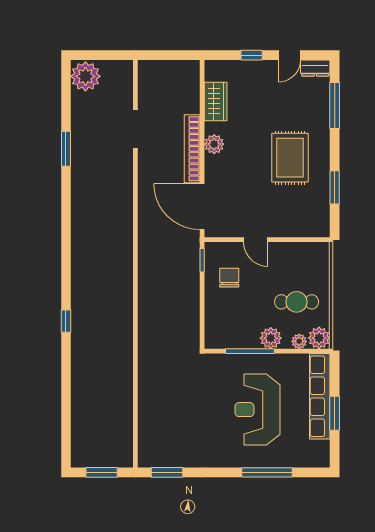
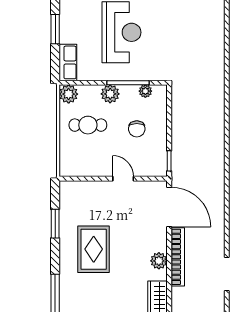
chair: (229, 278) -> (137, 129), moved
plant: (299, 341) -> (145, 91), moved
row of seats: (320, 396) -> (68, 62), width x0.50

